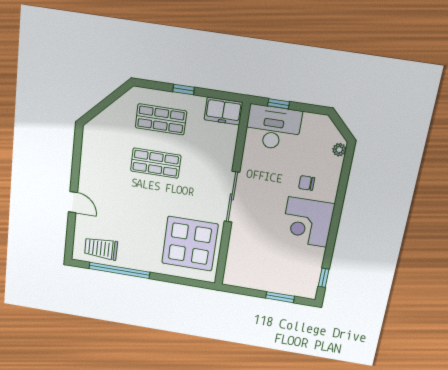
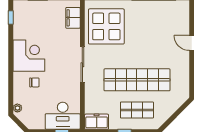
shop shelf: (156, 163) -> (137, 80), width x2.00, depth x1.36
trolley: (101, 249) -> (169, 12), removed
filing cabinet: (235, 263) -> (73, 18), added

